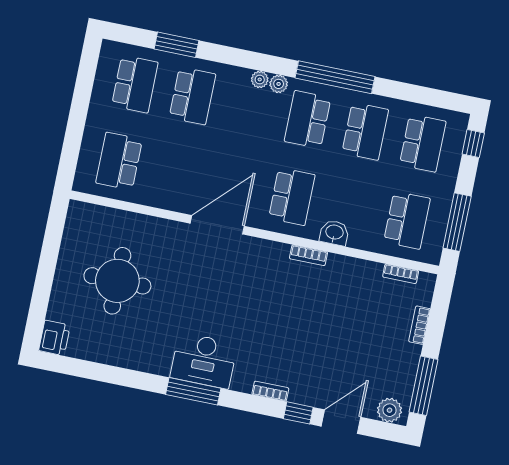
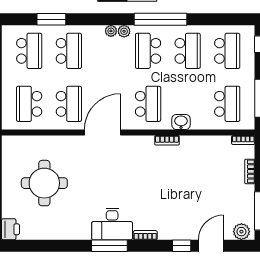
school desk: (177, 173) -> (69, 104), added
bookcase: (401, 274) -> (243, 140), moved
bookcase: (270, 391) -> (145, 235), moved

